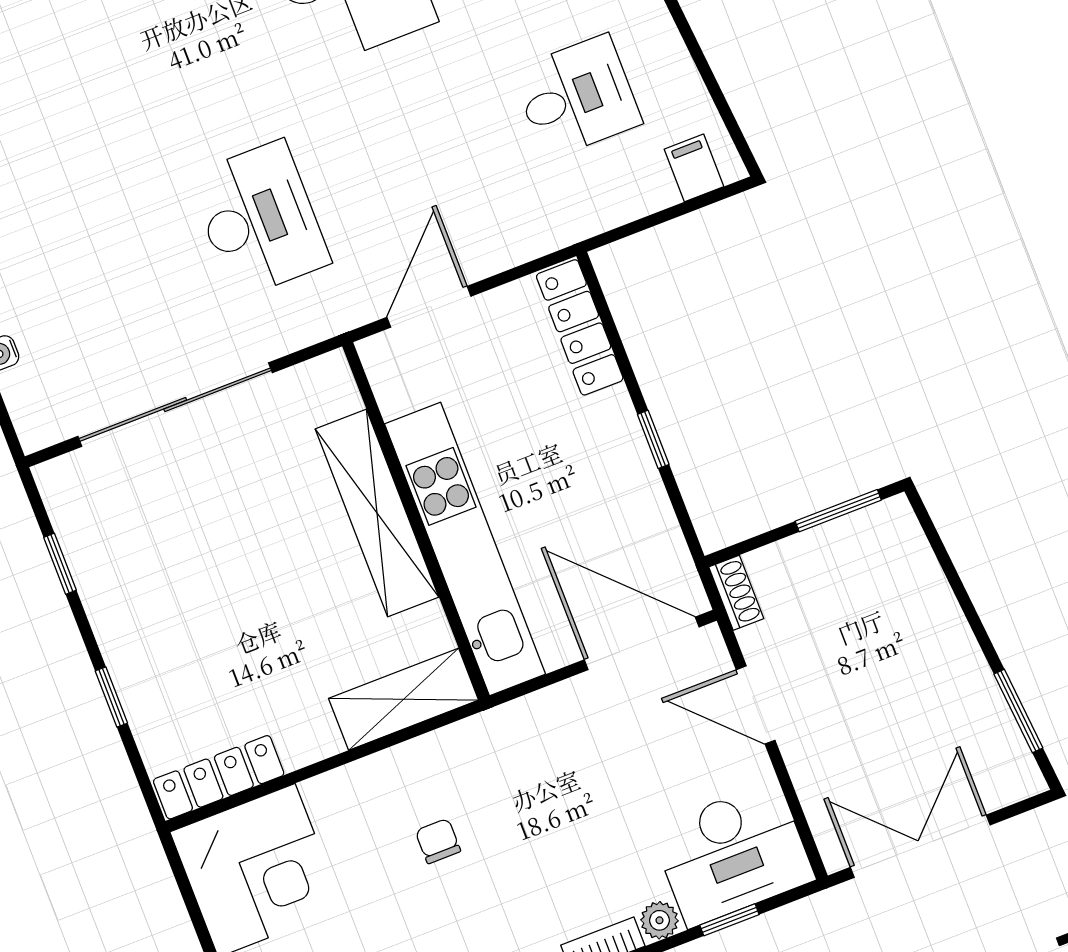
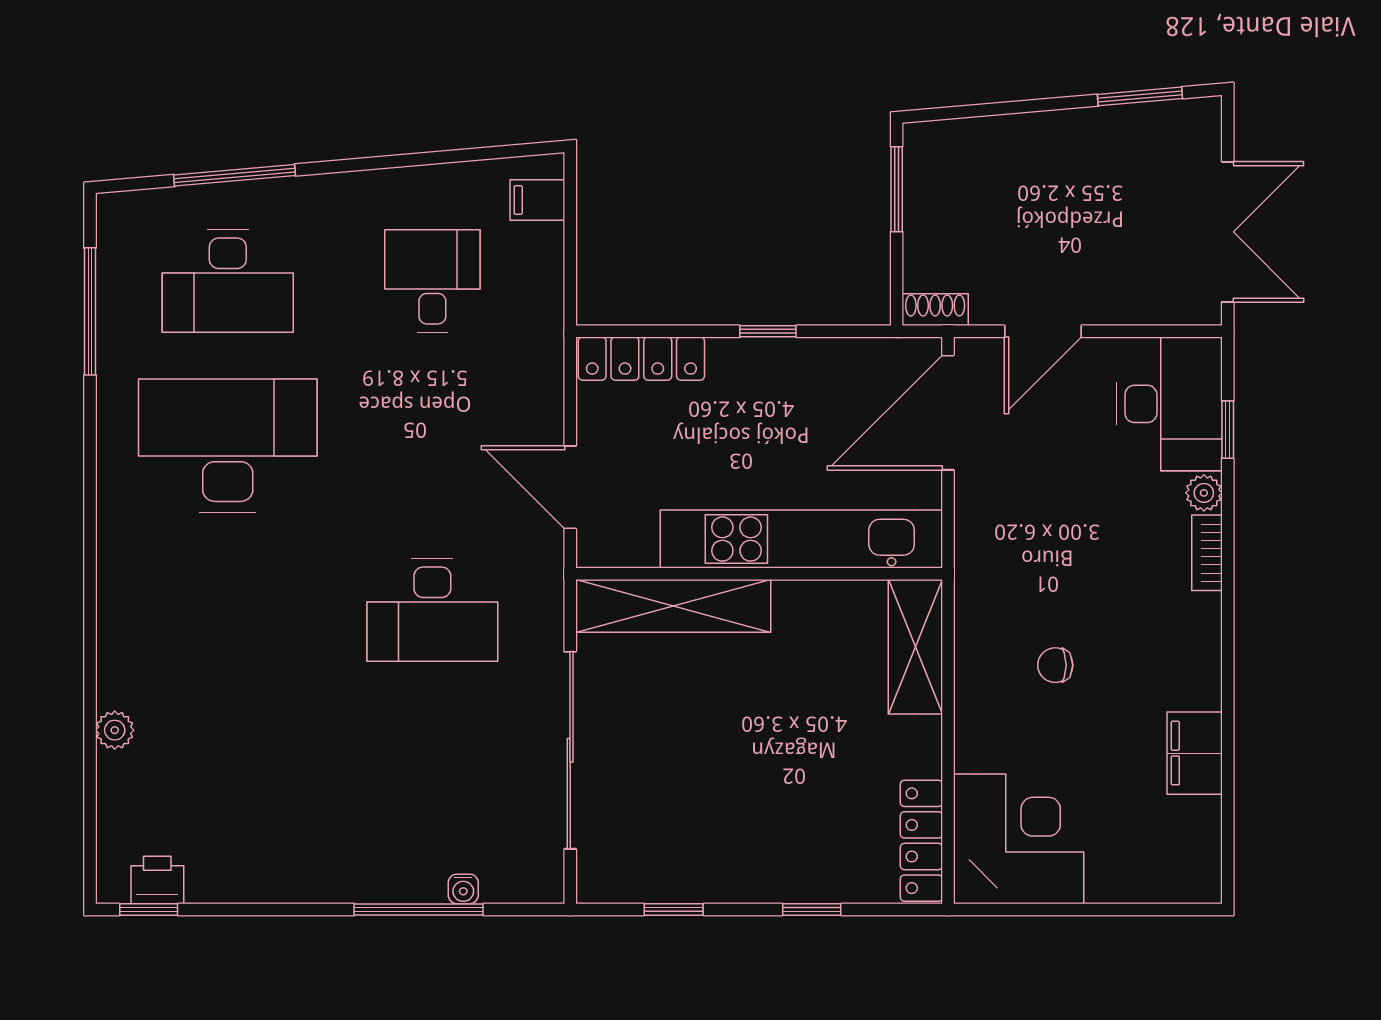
desk: (259, 219) -> (432, 610), turned 180
shelving: (377, 513) -> (673, 606), moved
double door: (920, 846) -> (1228, 232), swing flipped

